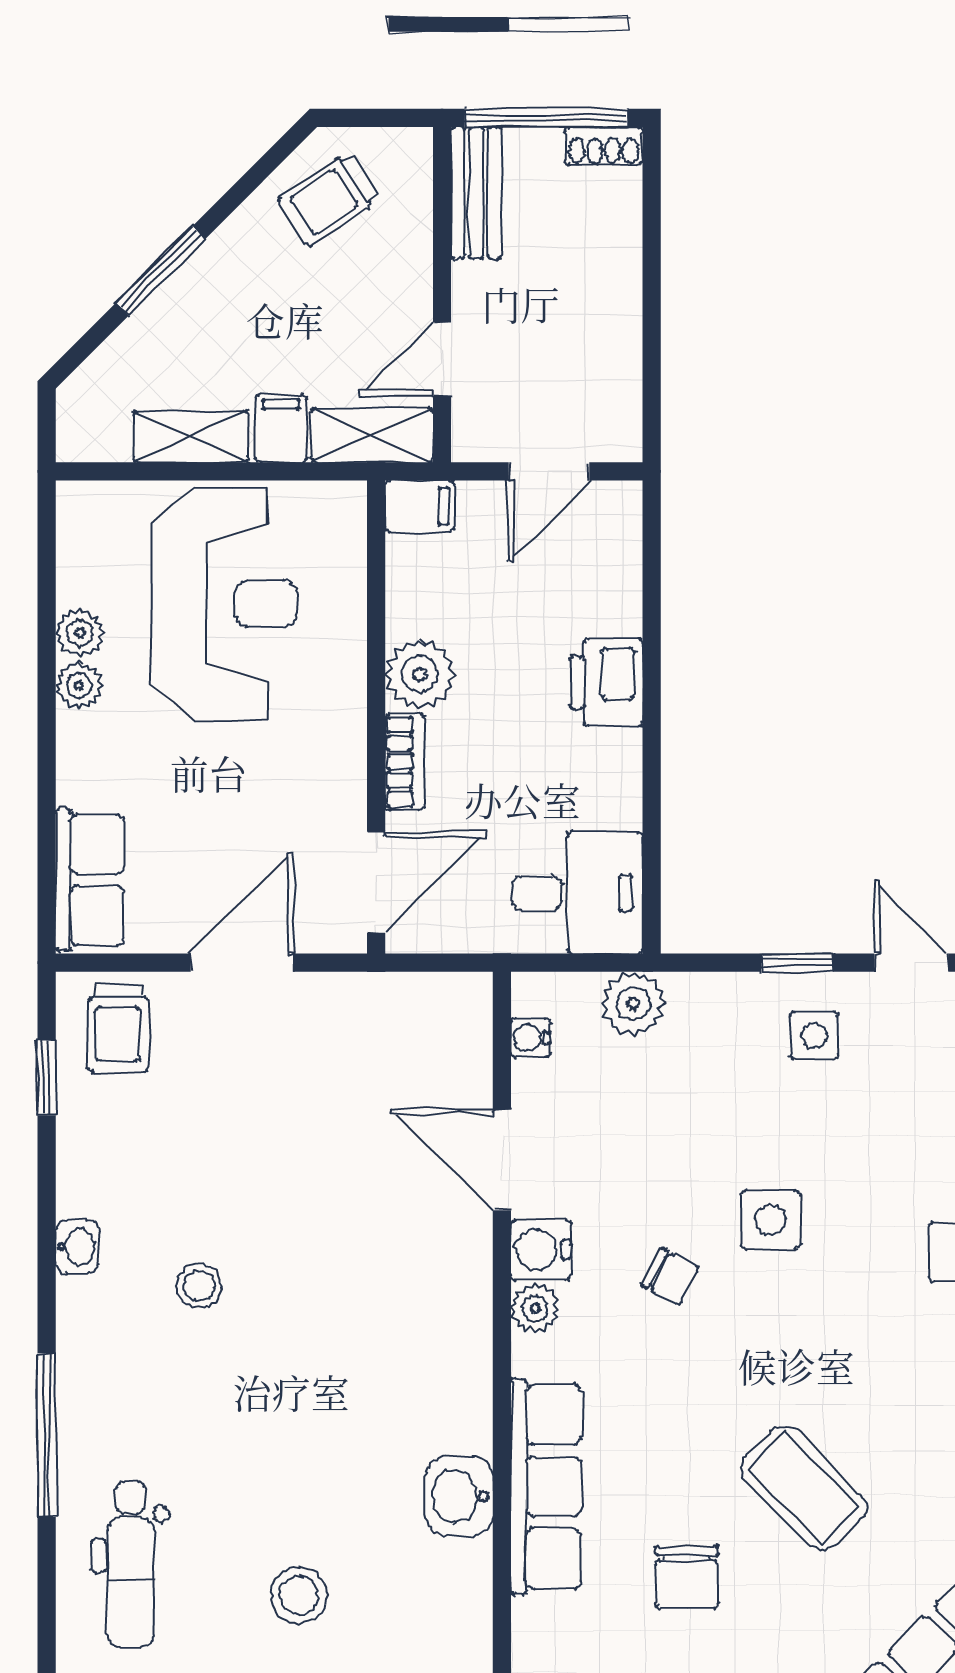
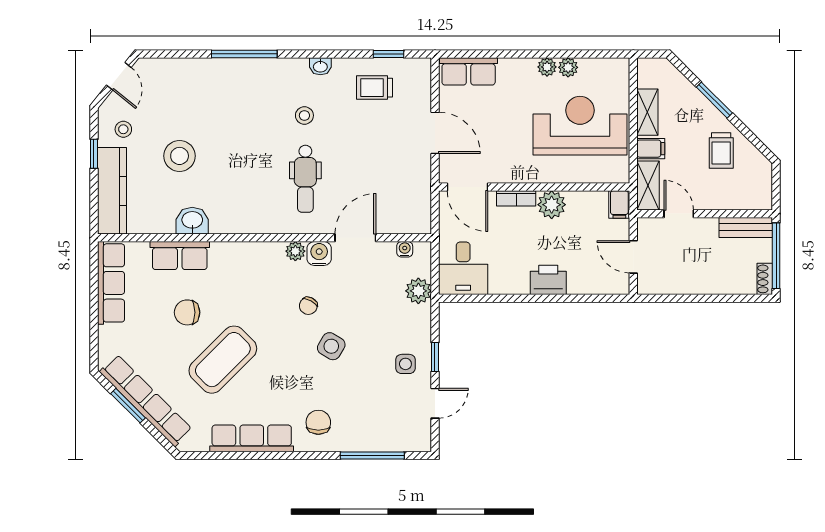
trolley: (329, 199) -> (721, 151), moved, turned -146
reception desk: (224, 604) -> (580, 126), turned 180
trolley: (118, 1028) -> (375, 88), moved
side table: (770, 1220) -> (331, 346), turned 31
row of seats: (546, 1486) -> (180, 256), moved, width x0.68
coffee table: (804, 1488) -> (223, 360), width x1.36, depth x1.32
washbasin: (459, 1496) -> (192, 221), moved
dental chair: (131, 1564) -> (305, 179), moved, turned -90
stool: (299, 1595) -> (180, 156), width x1.38, depth x1.38

